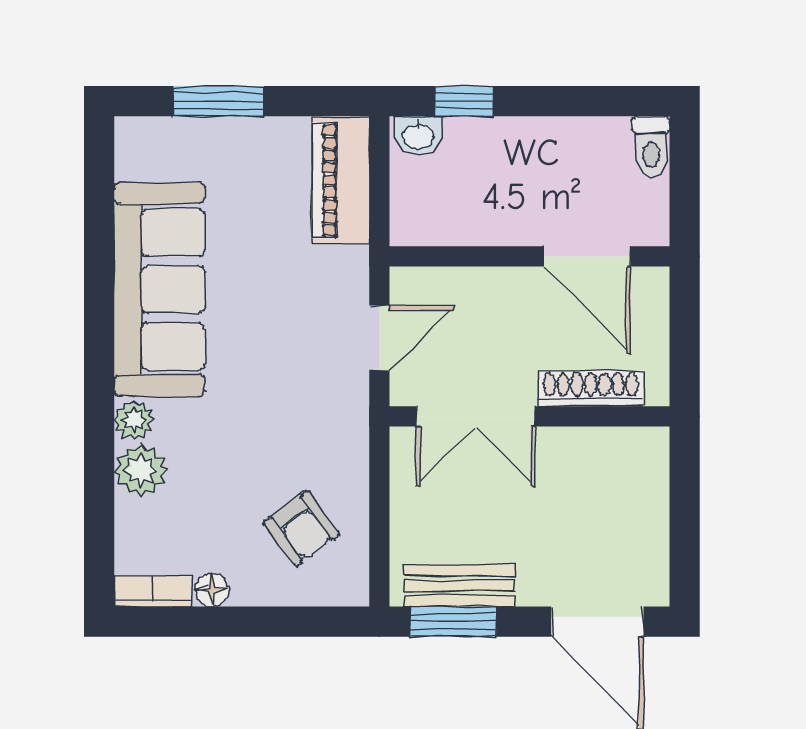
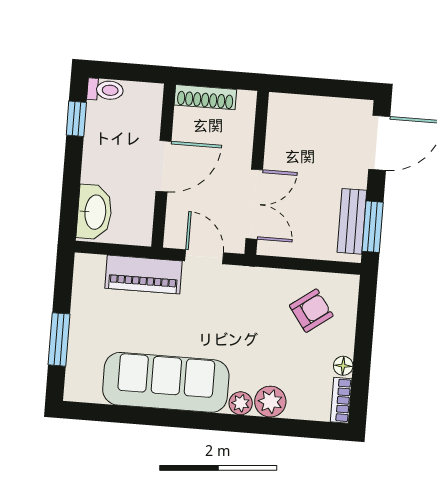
window: (464, 101) -> (76, 119), moved
washbasin: (419, 136) -> (94, 212), width x1.91, depth x1.45
piano: (341, 180) -> (144, 275), moved
door: (587, 256) -> (163, 166), moved
shoe rack: (591, 389) -> (205, 97), moved, turned -90

